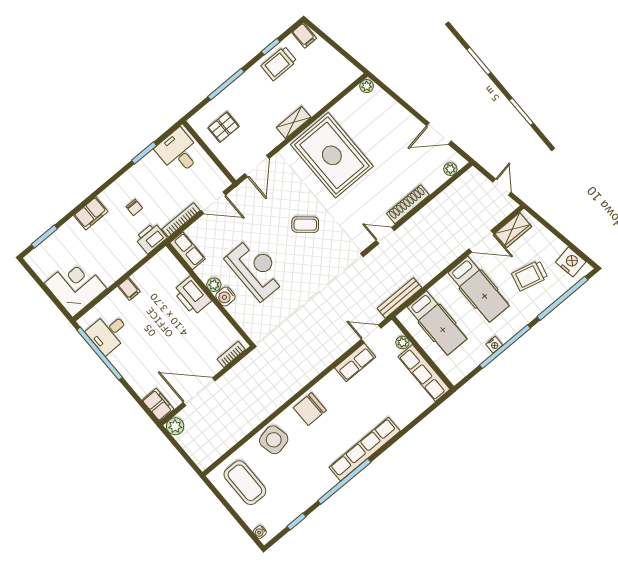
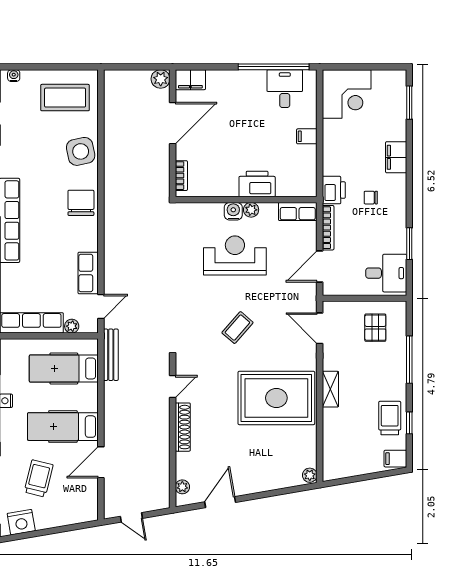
wardrobe: (513, 230) -> (88, 497), removed
reception desk: (256, 269) -> (235, 255), turned 180

